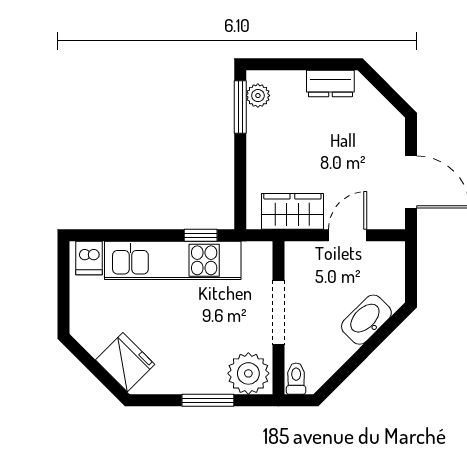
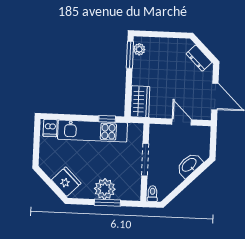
dresser: (330, 84) -> (199, 58), moved, turned 45
wardrobe: (292, 211) -> (140, 102), moved, turned 90
door: (348, 235) -> (182, 122), hinge flipped
plant: (248, 373) -> (105, 189), moved

